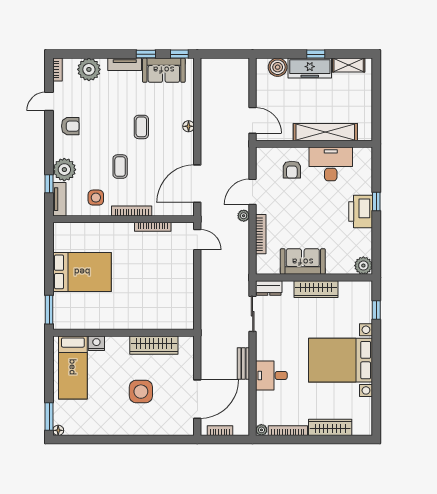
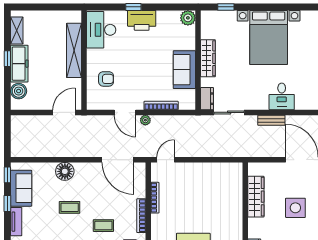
floor lamp: (189, 126) -> (65, 171), width x1.89, depth x1.89
desk: (331, 164) -> (101, 30), moved

